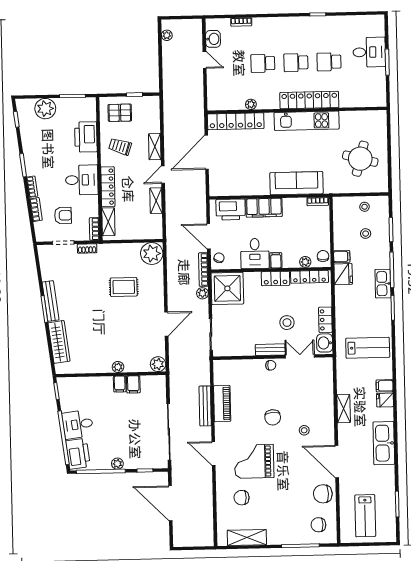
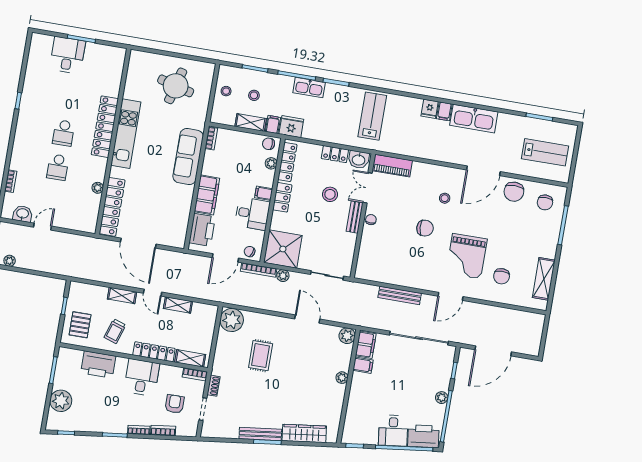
school desk: (329, 62) -> (69, 99), removed
filing cabinet: (120, 384) -> (366, 345), moved, width x2.00
filing cabinet: (385, 386) -> (444, 111), moved
piano: (222, 404) -> (392, 166), moved, turned 180
shelving: (344, 409) -> (251, 122), moved

